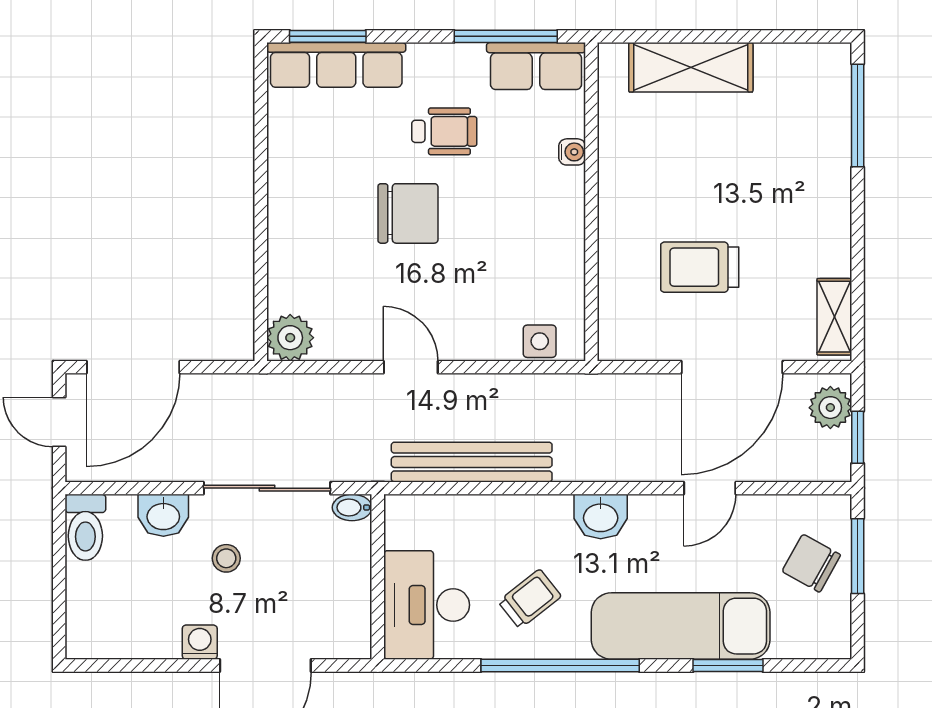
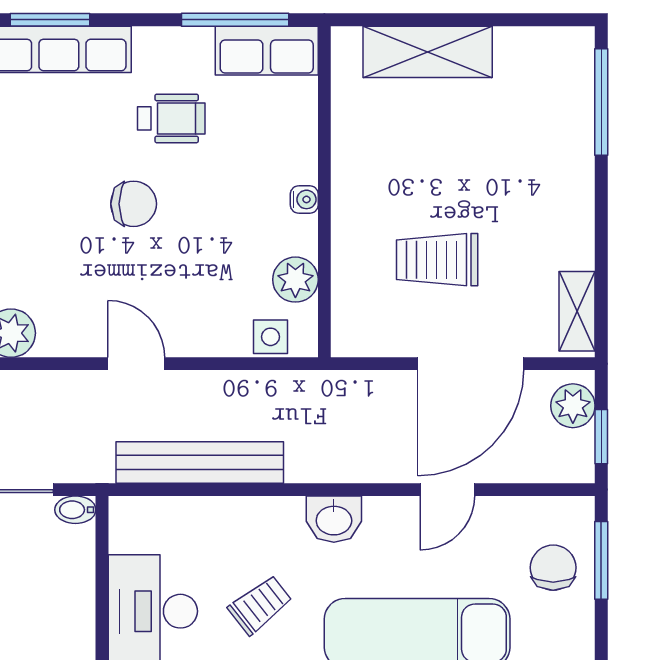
water cooler: (572, 152) -> (304, 199), moved
chair: (408, 213) -> (134, 204), width x0.73, depth x0.73
plant: (564, 286) -> (295, 280), added
chair: (811, 563) -> (553, 568), turned 61

